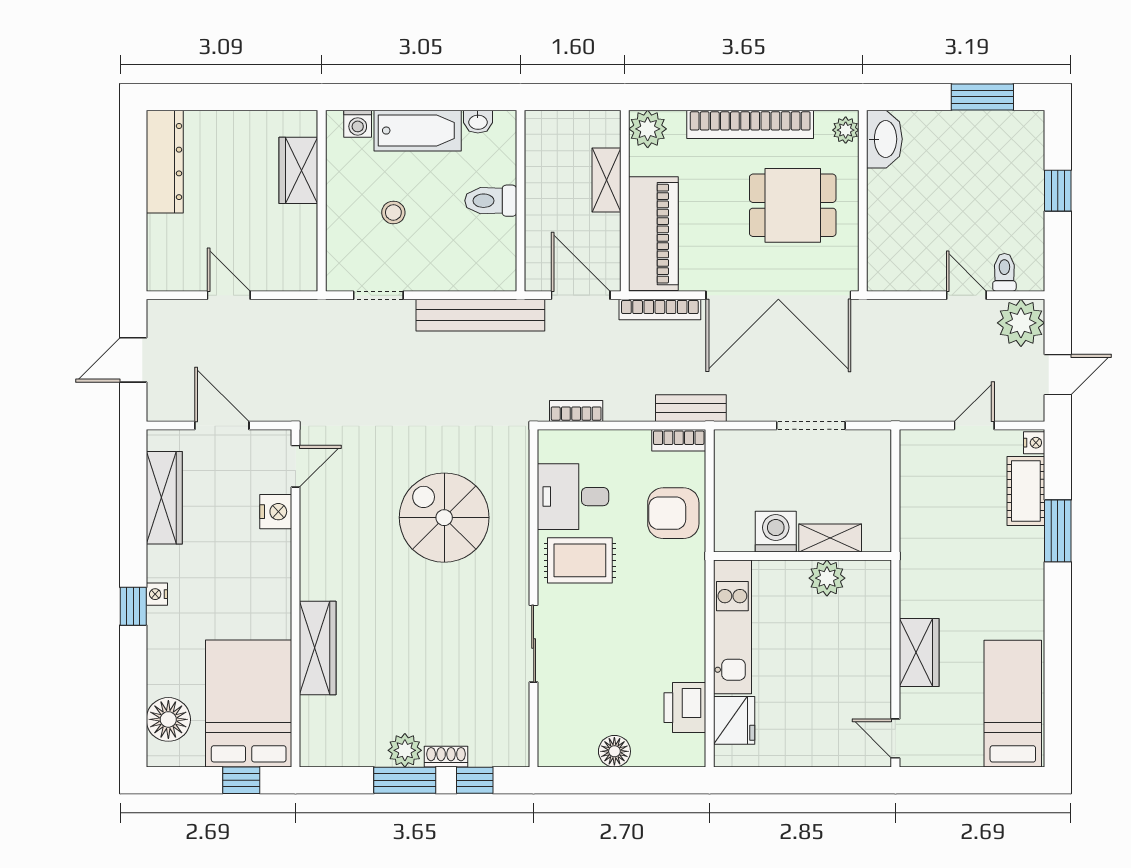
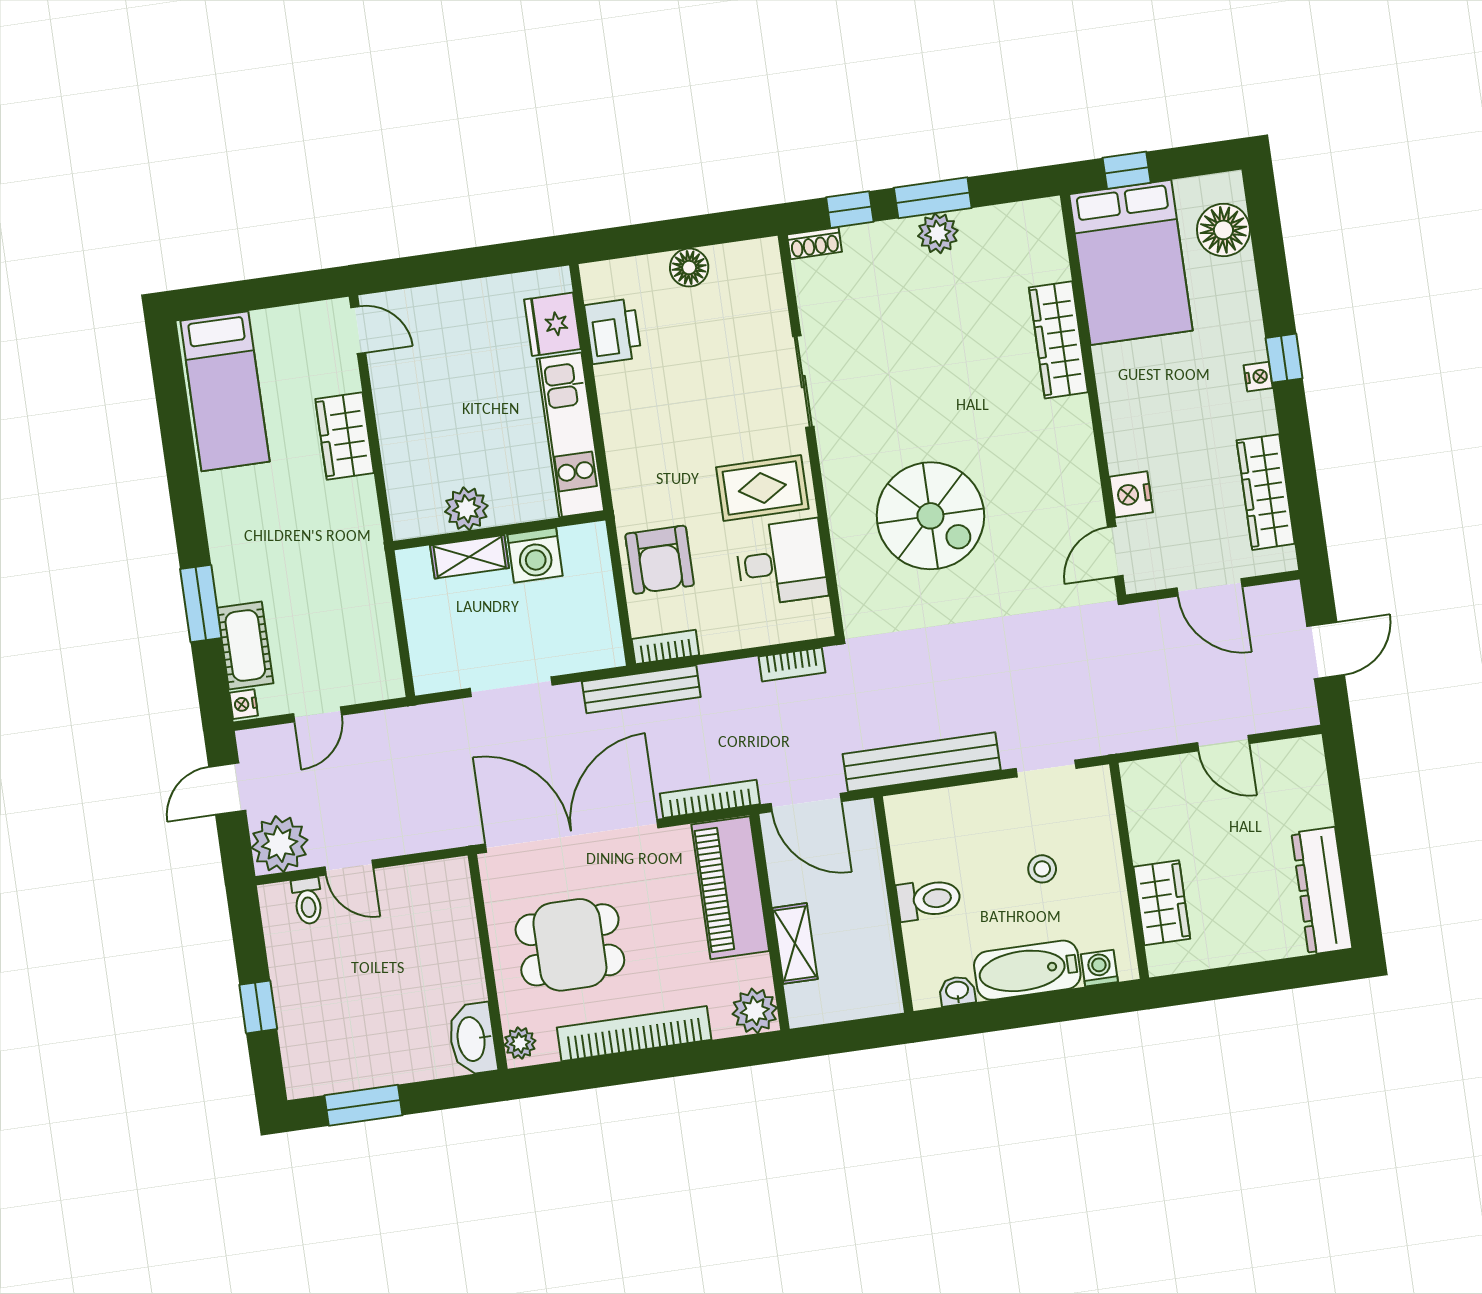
bench: (691, 408) -> (641, 689), width x1.36
armchair: (673, 513) -> (660, 560), turned 90
shoe rack: (446, 757) -> (814, 243), moved

